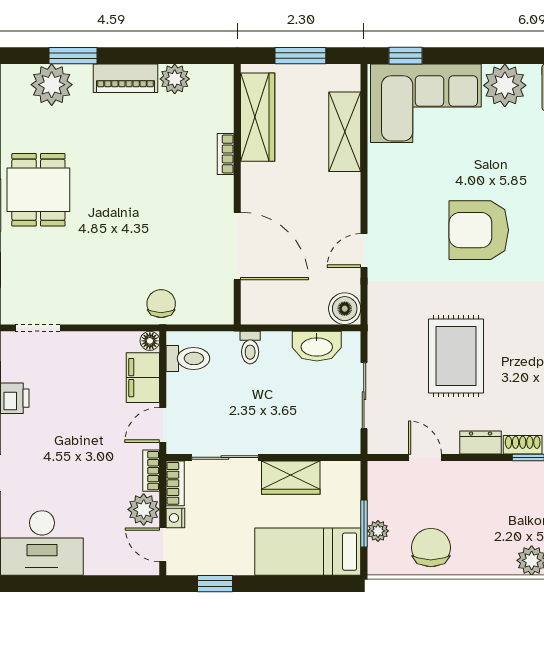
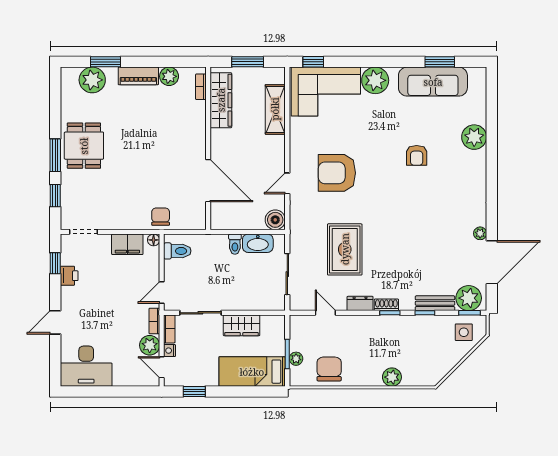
bookcase: (226, 154) -> (201, 87), moved
armchair: (479, 230) -> (337, 173), moved
toilet: (250, 348) -> (235, 244), moved
filing cabinet: (143, 378) -> (127, 244), moved, turned -90

